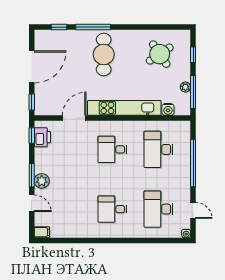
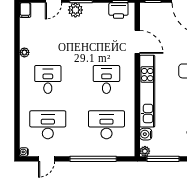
plant: (185, 87) -> (145, 151), moved
plant: (85, 233) -> (24, 52), added

